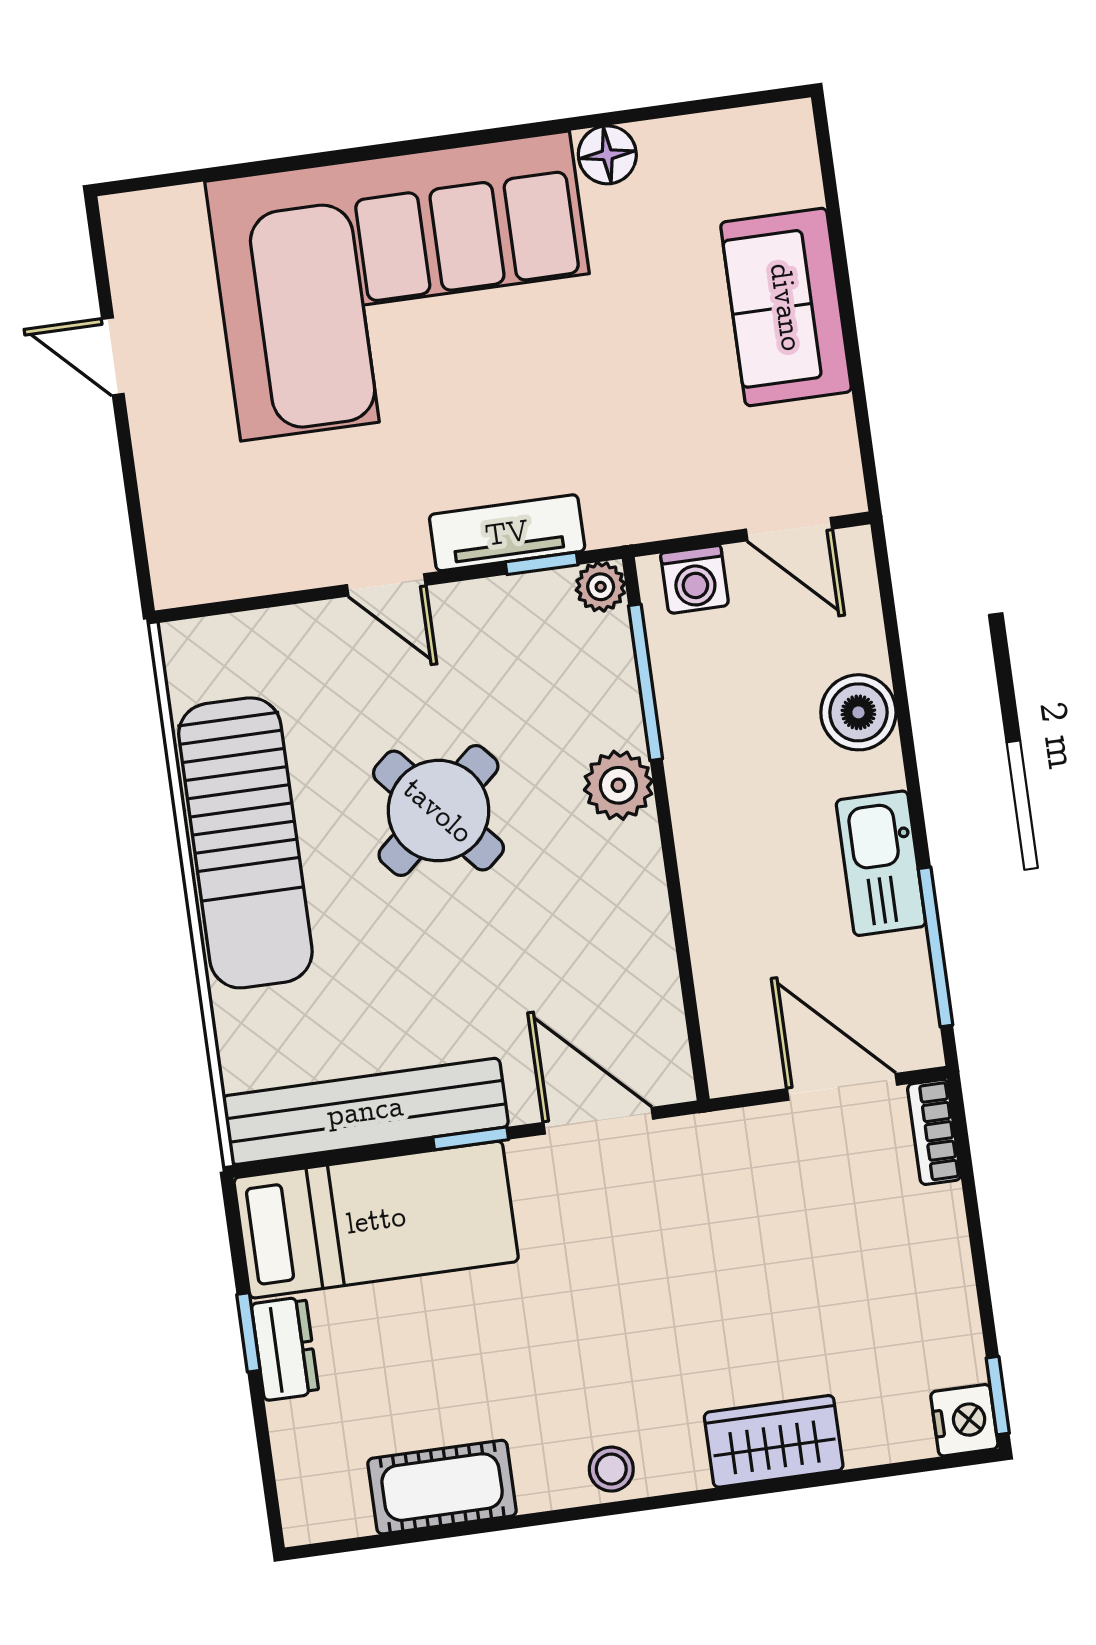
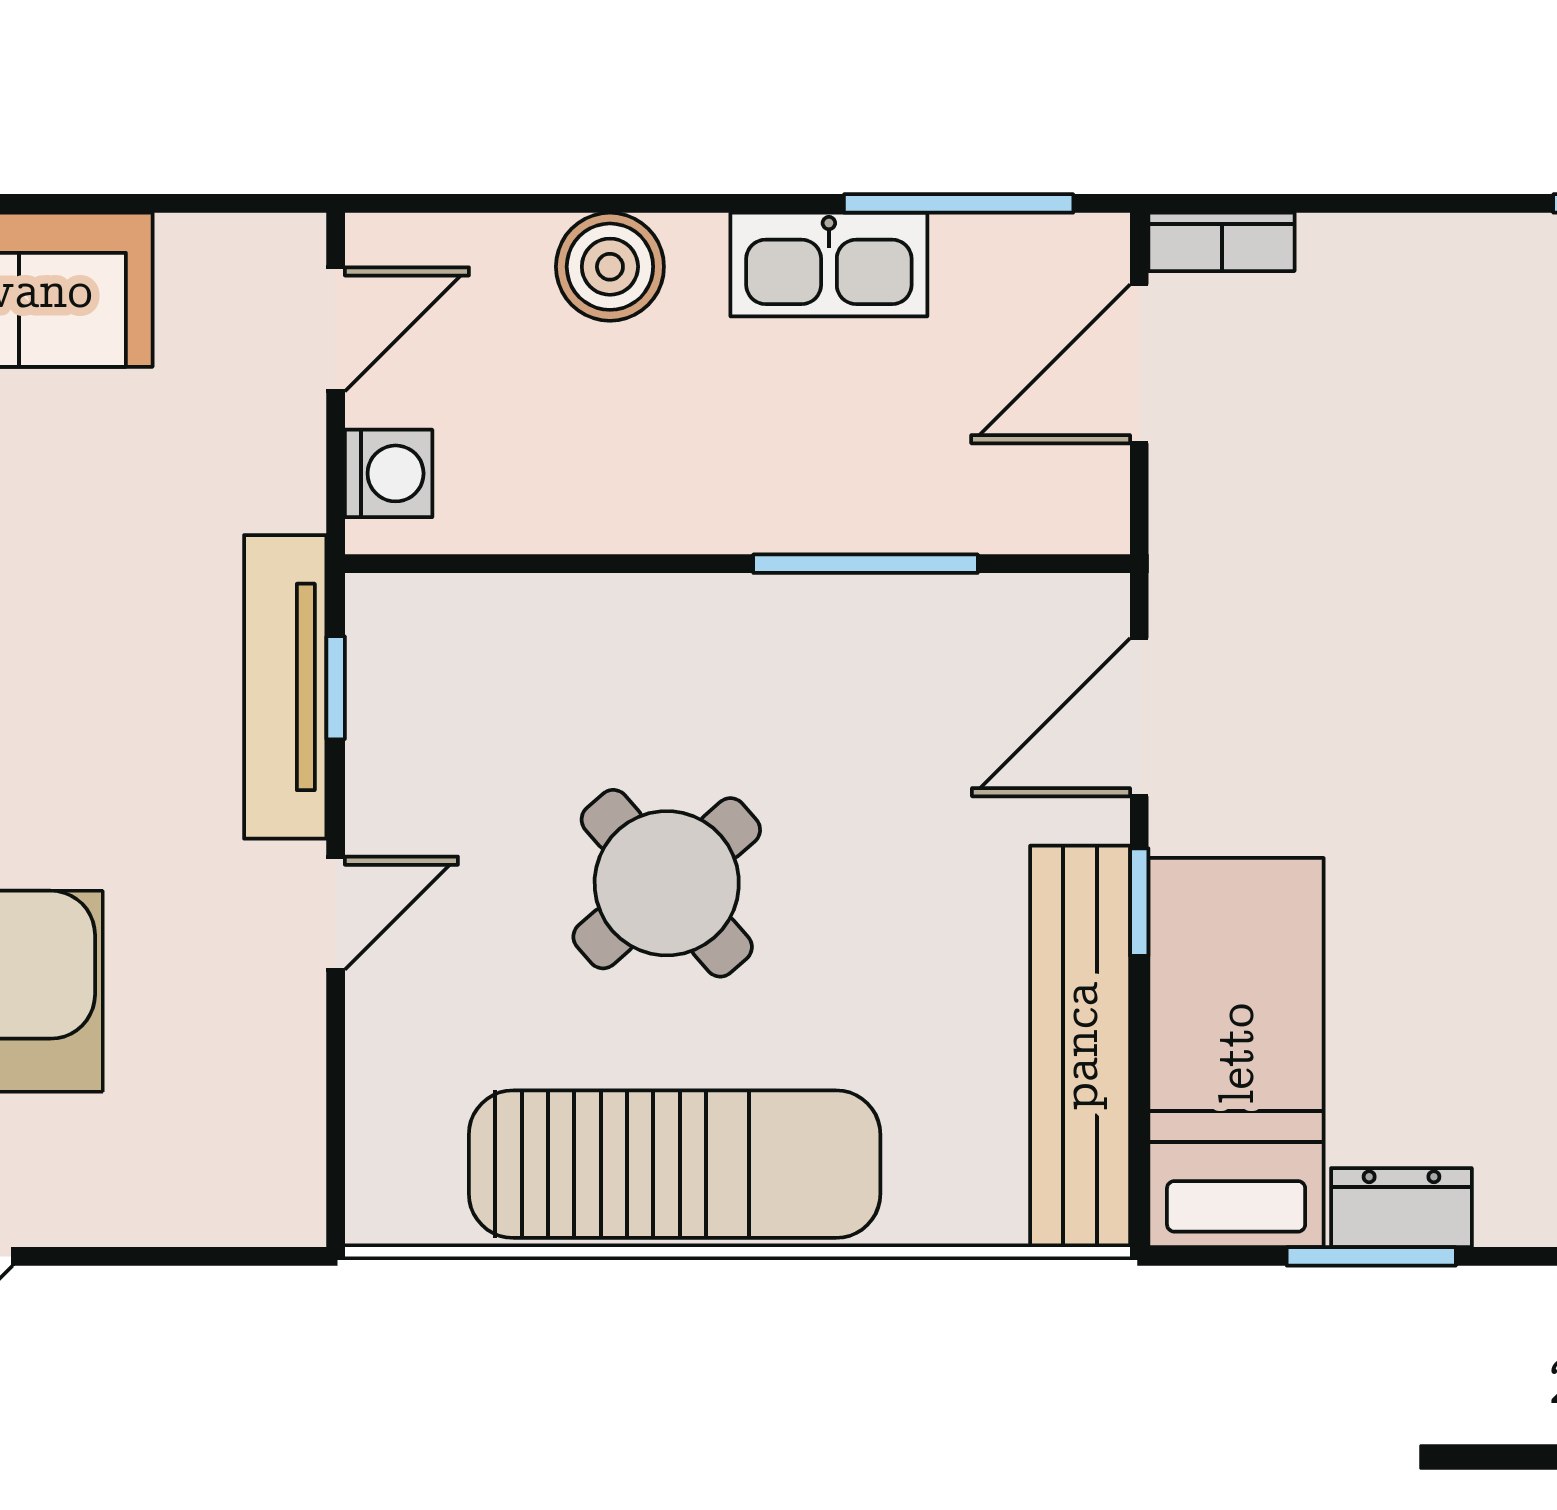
tv unit: (507, 533) -> (285, 687), width x1.41
plant: (601, 587) -> (380, 609), removed
window: (645, 682) -> (866, 564), moved
plant: (618, 785) -> (666, 622), removed
window: (248, 1332) -> (1371, 1256), width x1.50

